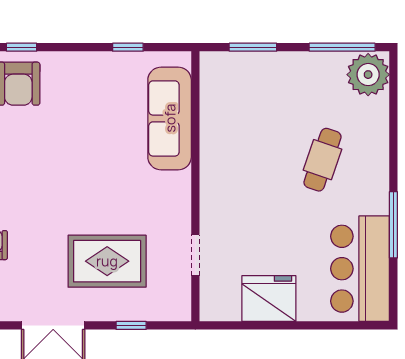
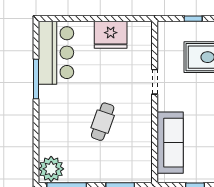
cafe table: (322, 160) -> (103, 122), moved
doorway: (195, 255) -> (155, 82), moved

